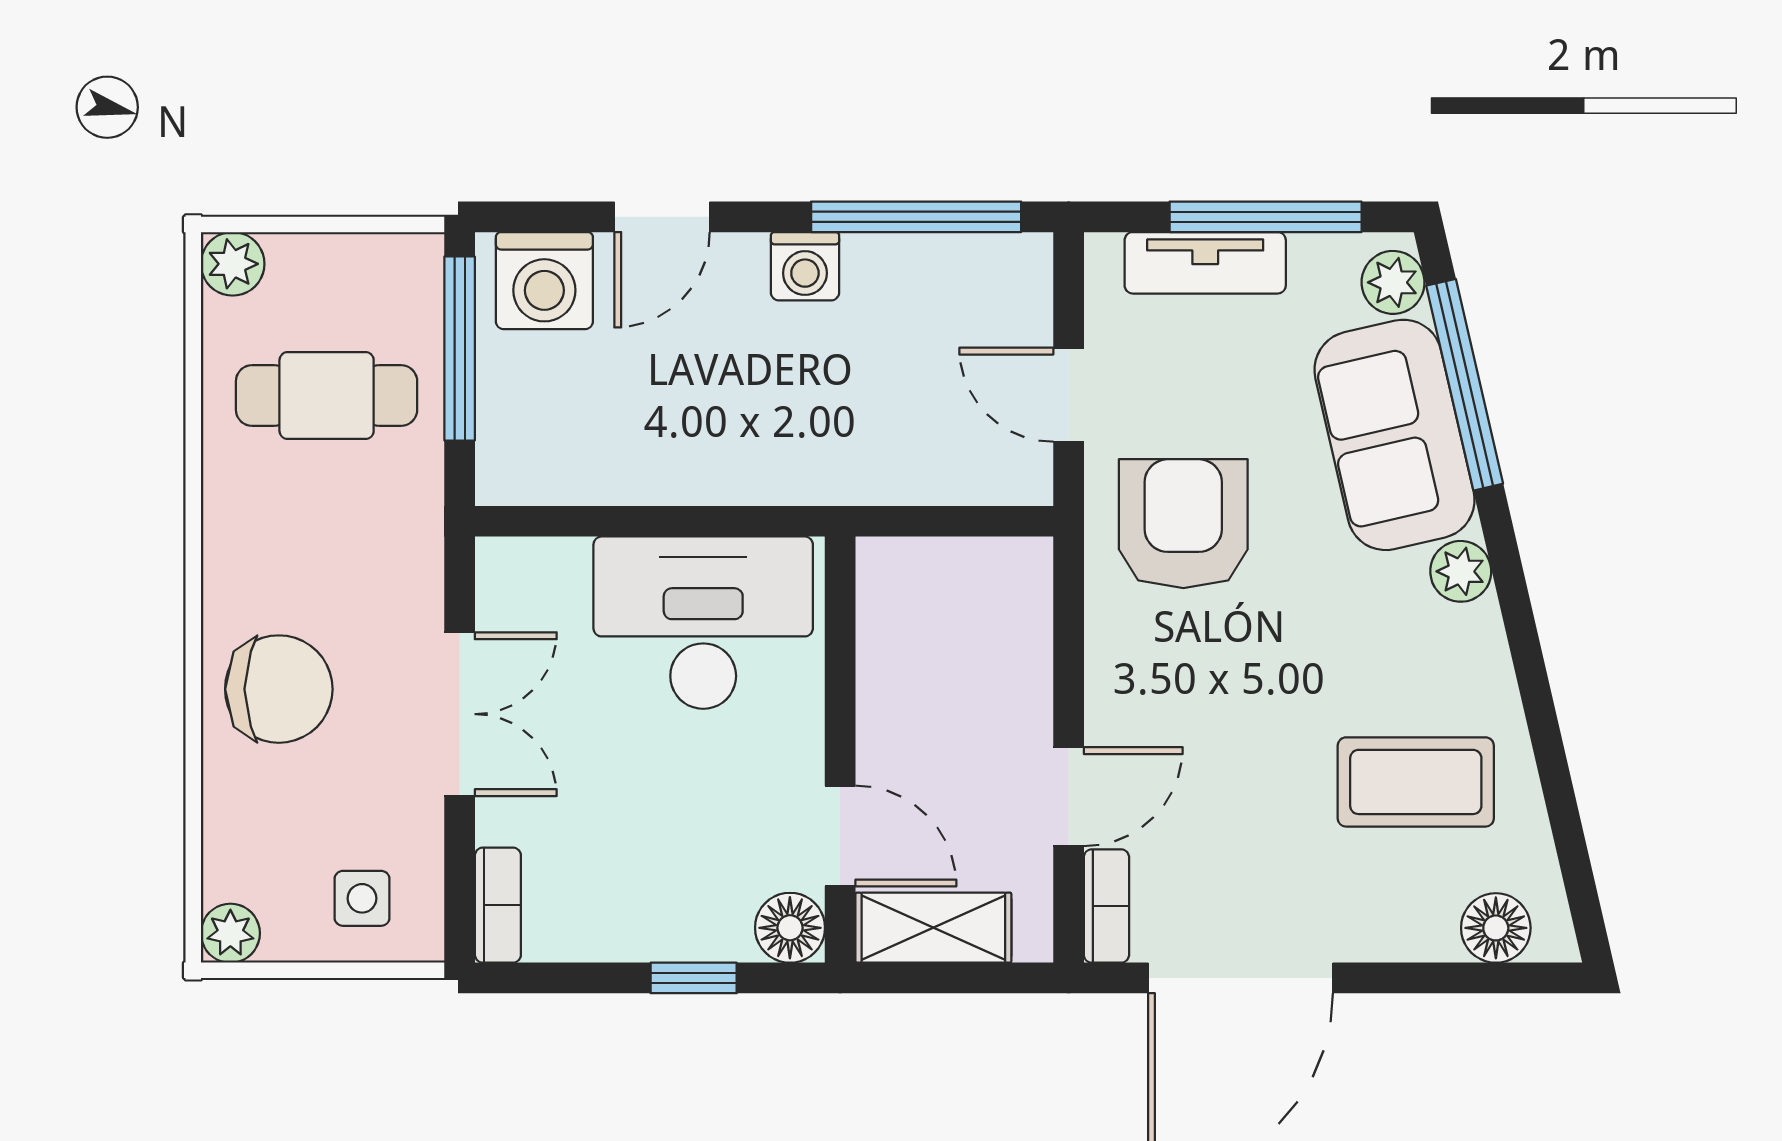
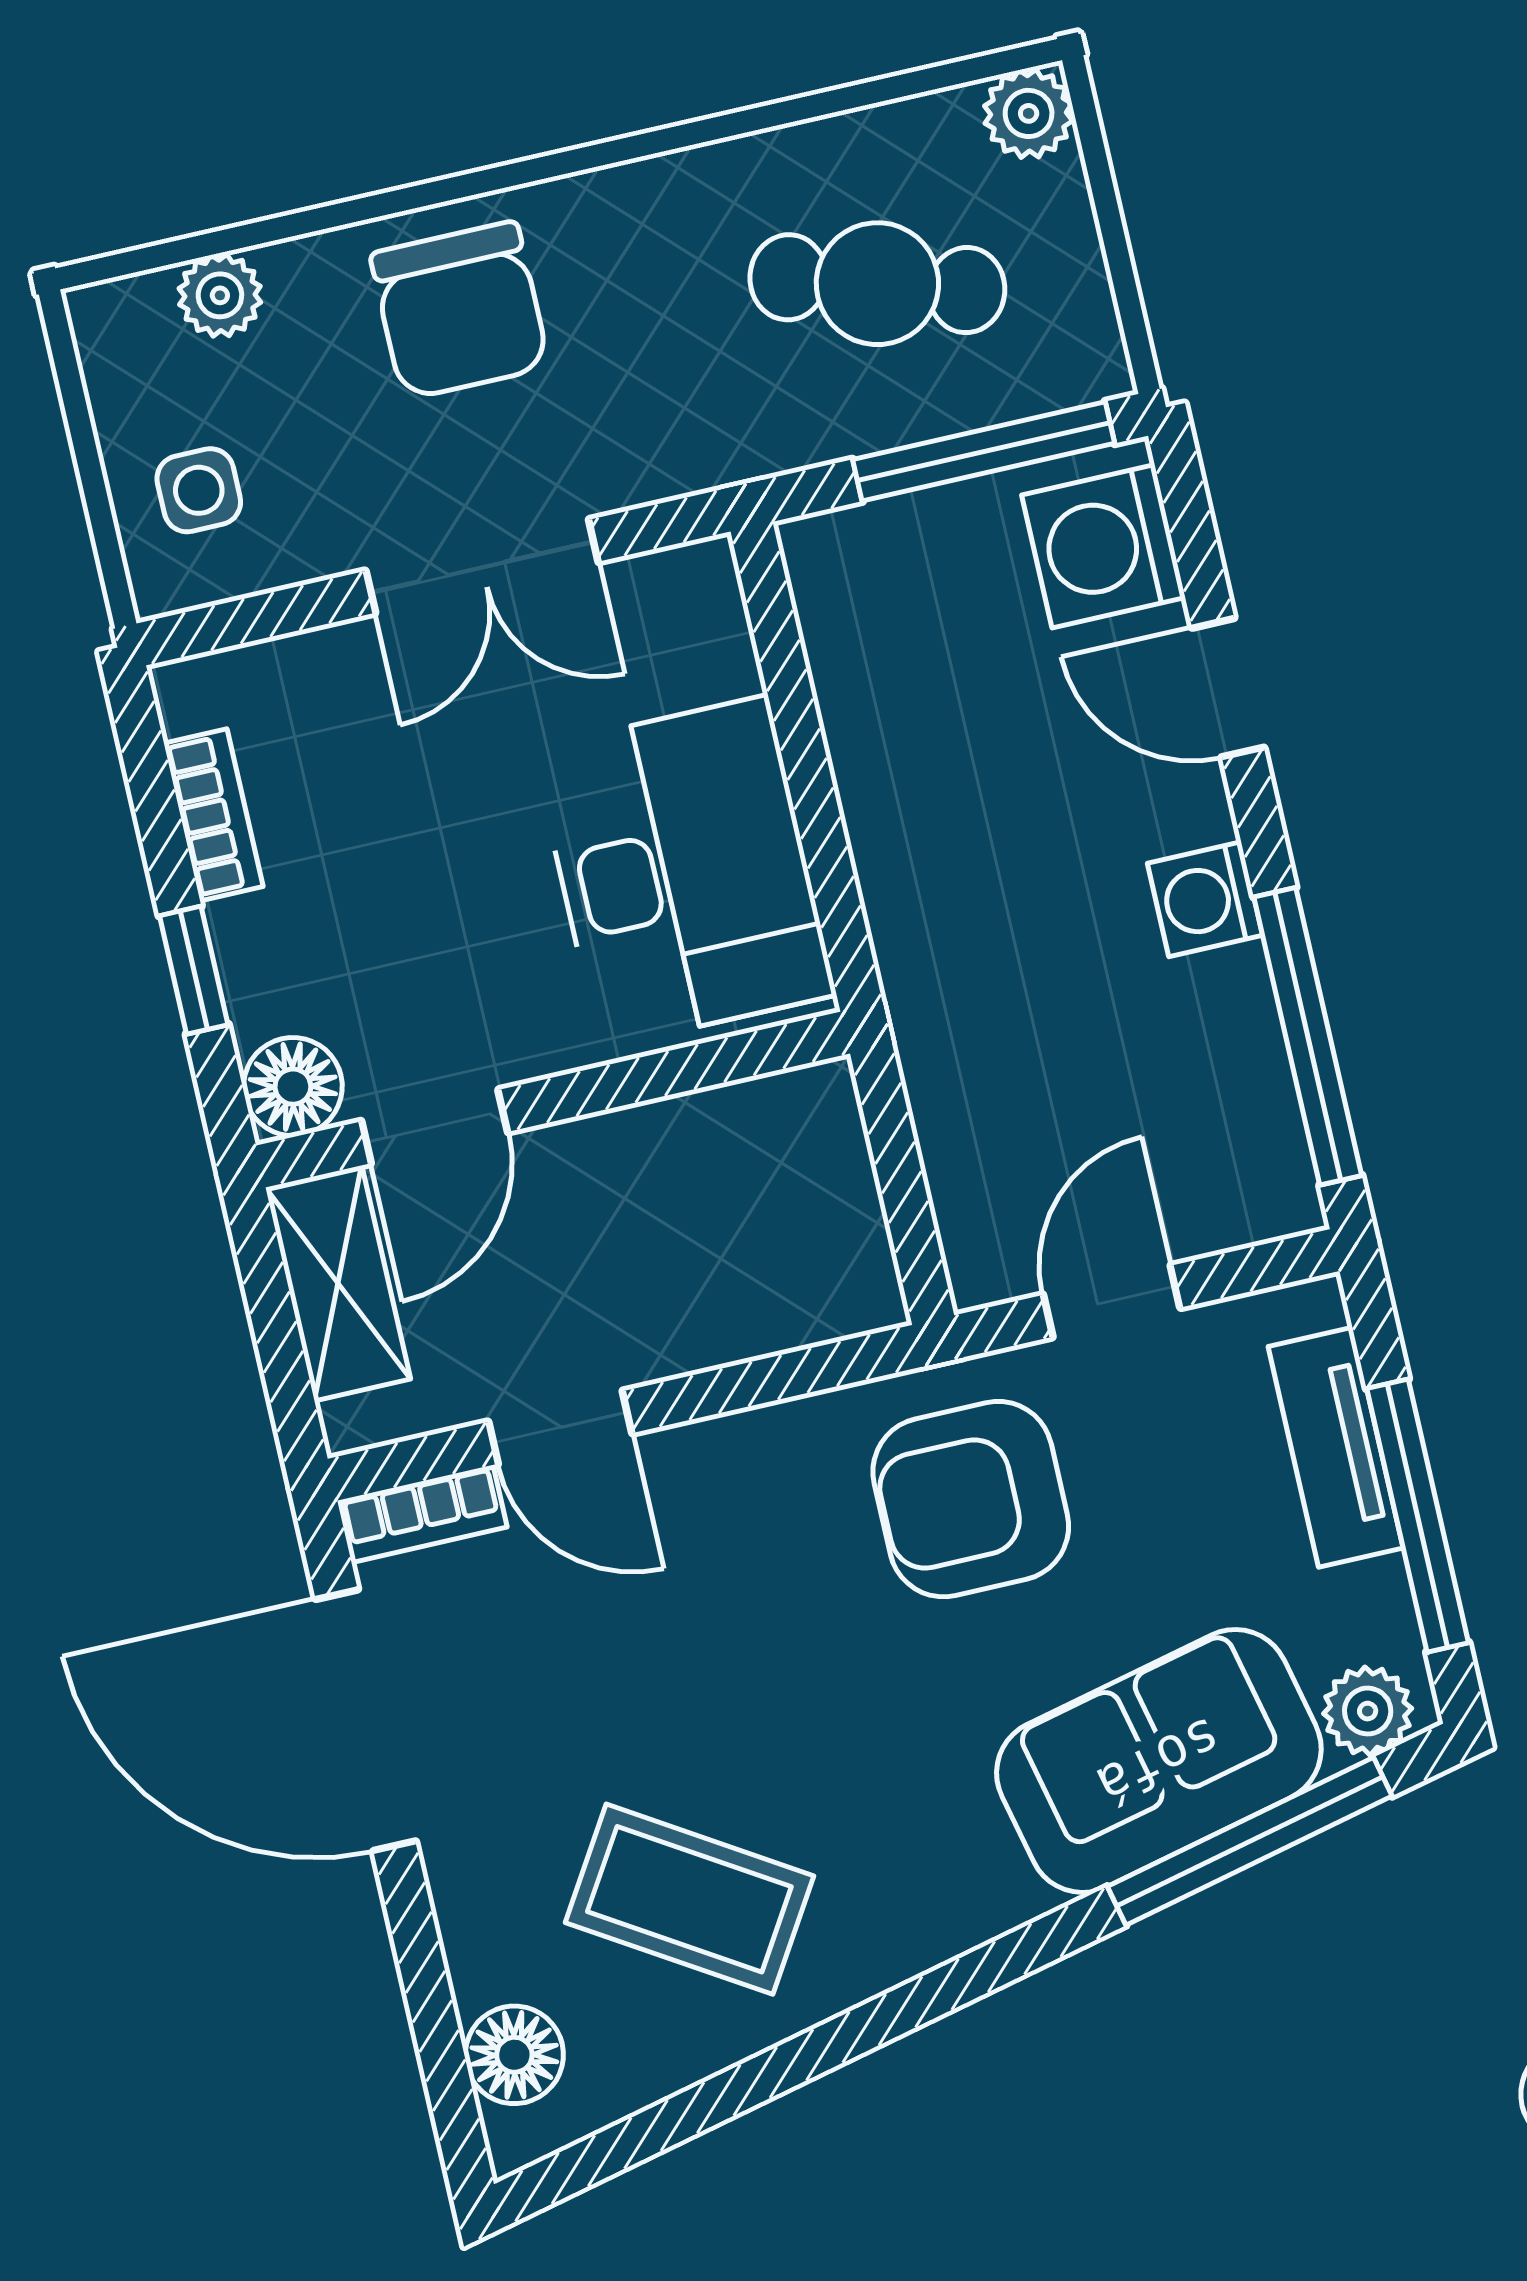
cafe table: (327, 396) -> (877, 284), turned -73
armchair: (1183, 524) -> (971, 1499), turned 180
plant: (1461, 571) -> (993, 1895), removed
coffee table: (1416, 782) -> (689, 1899), turned -58
bookcase: (498, 905) -> (213, 815), moved, turned -90
plant: (230, 933) -> (220, 295), moved

